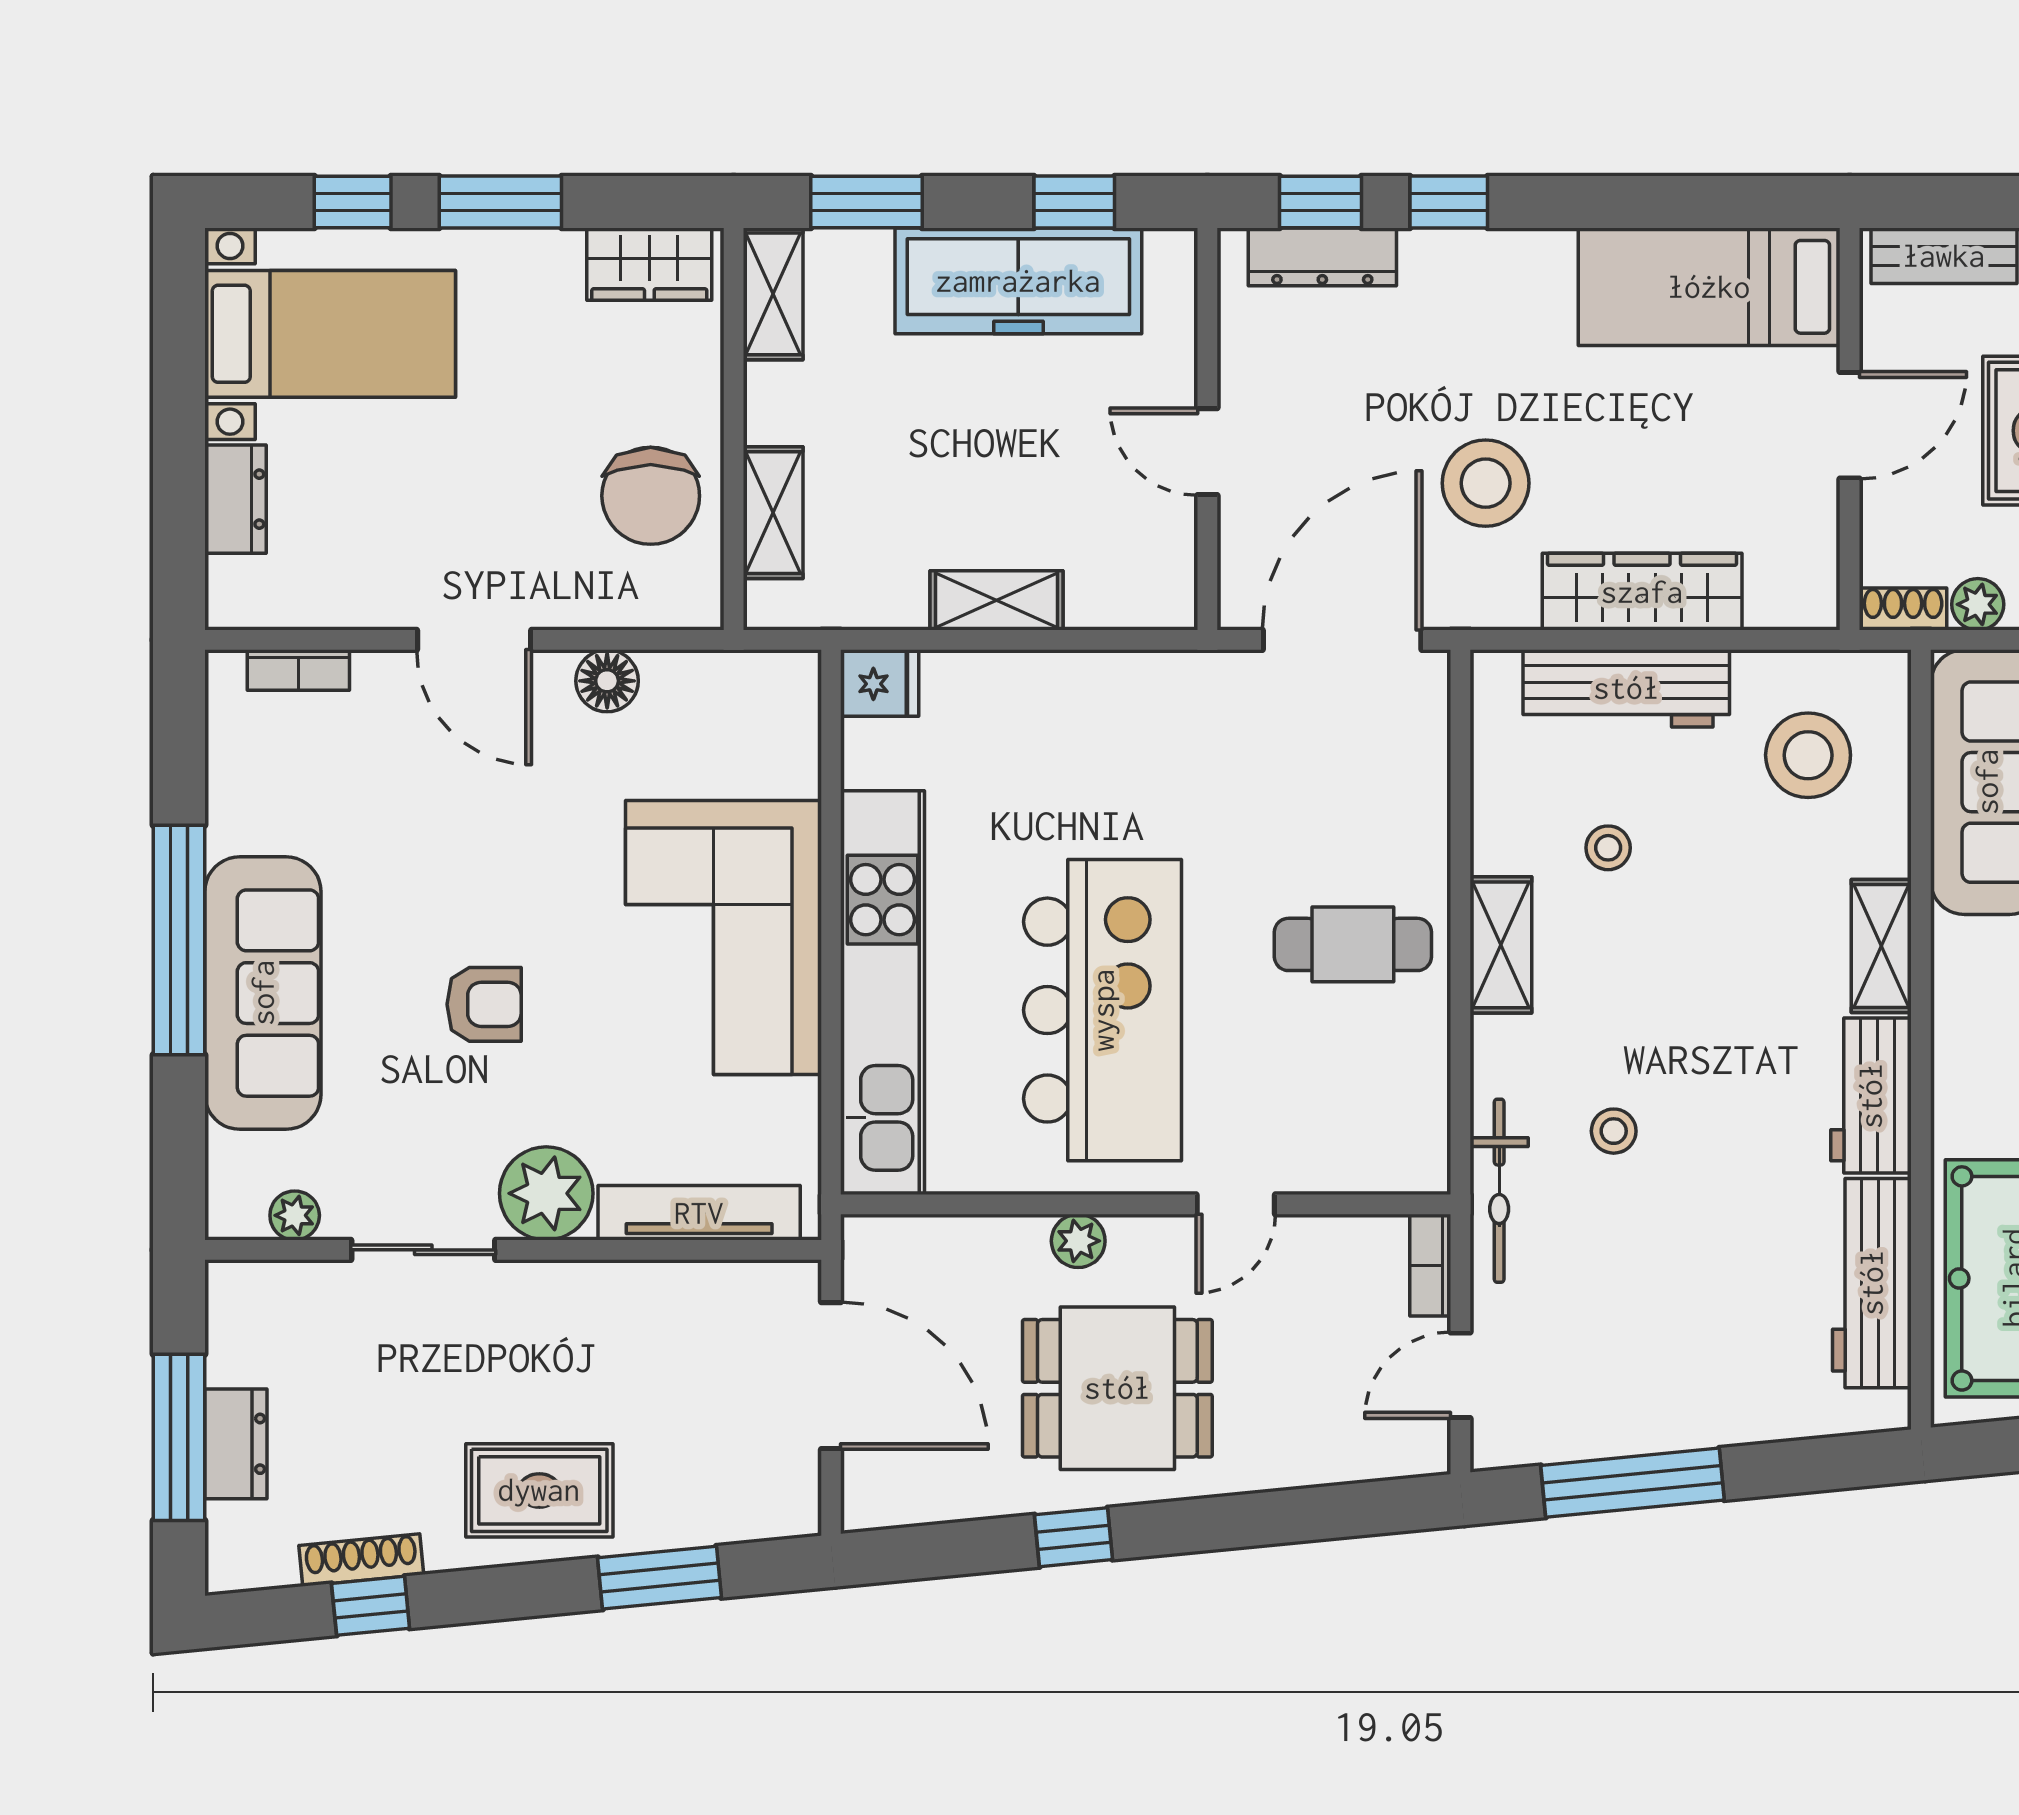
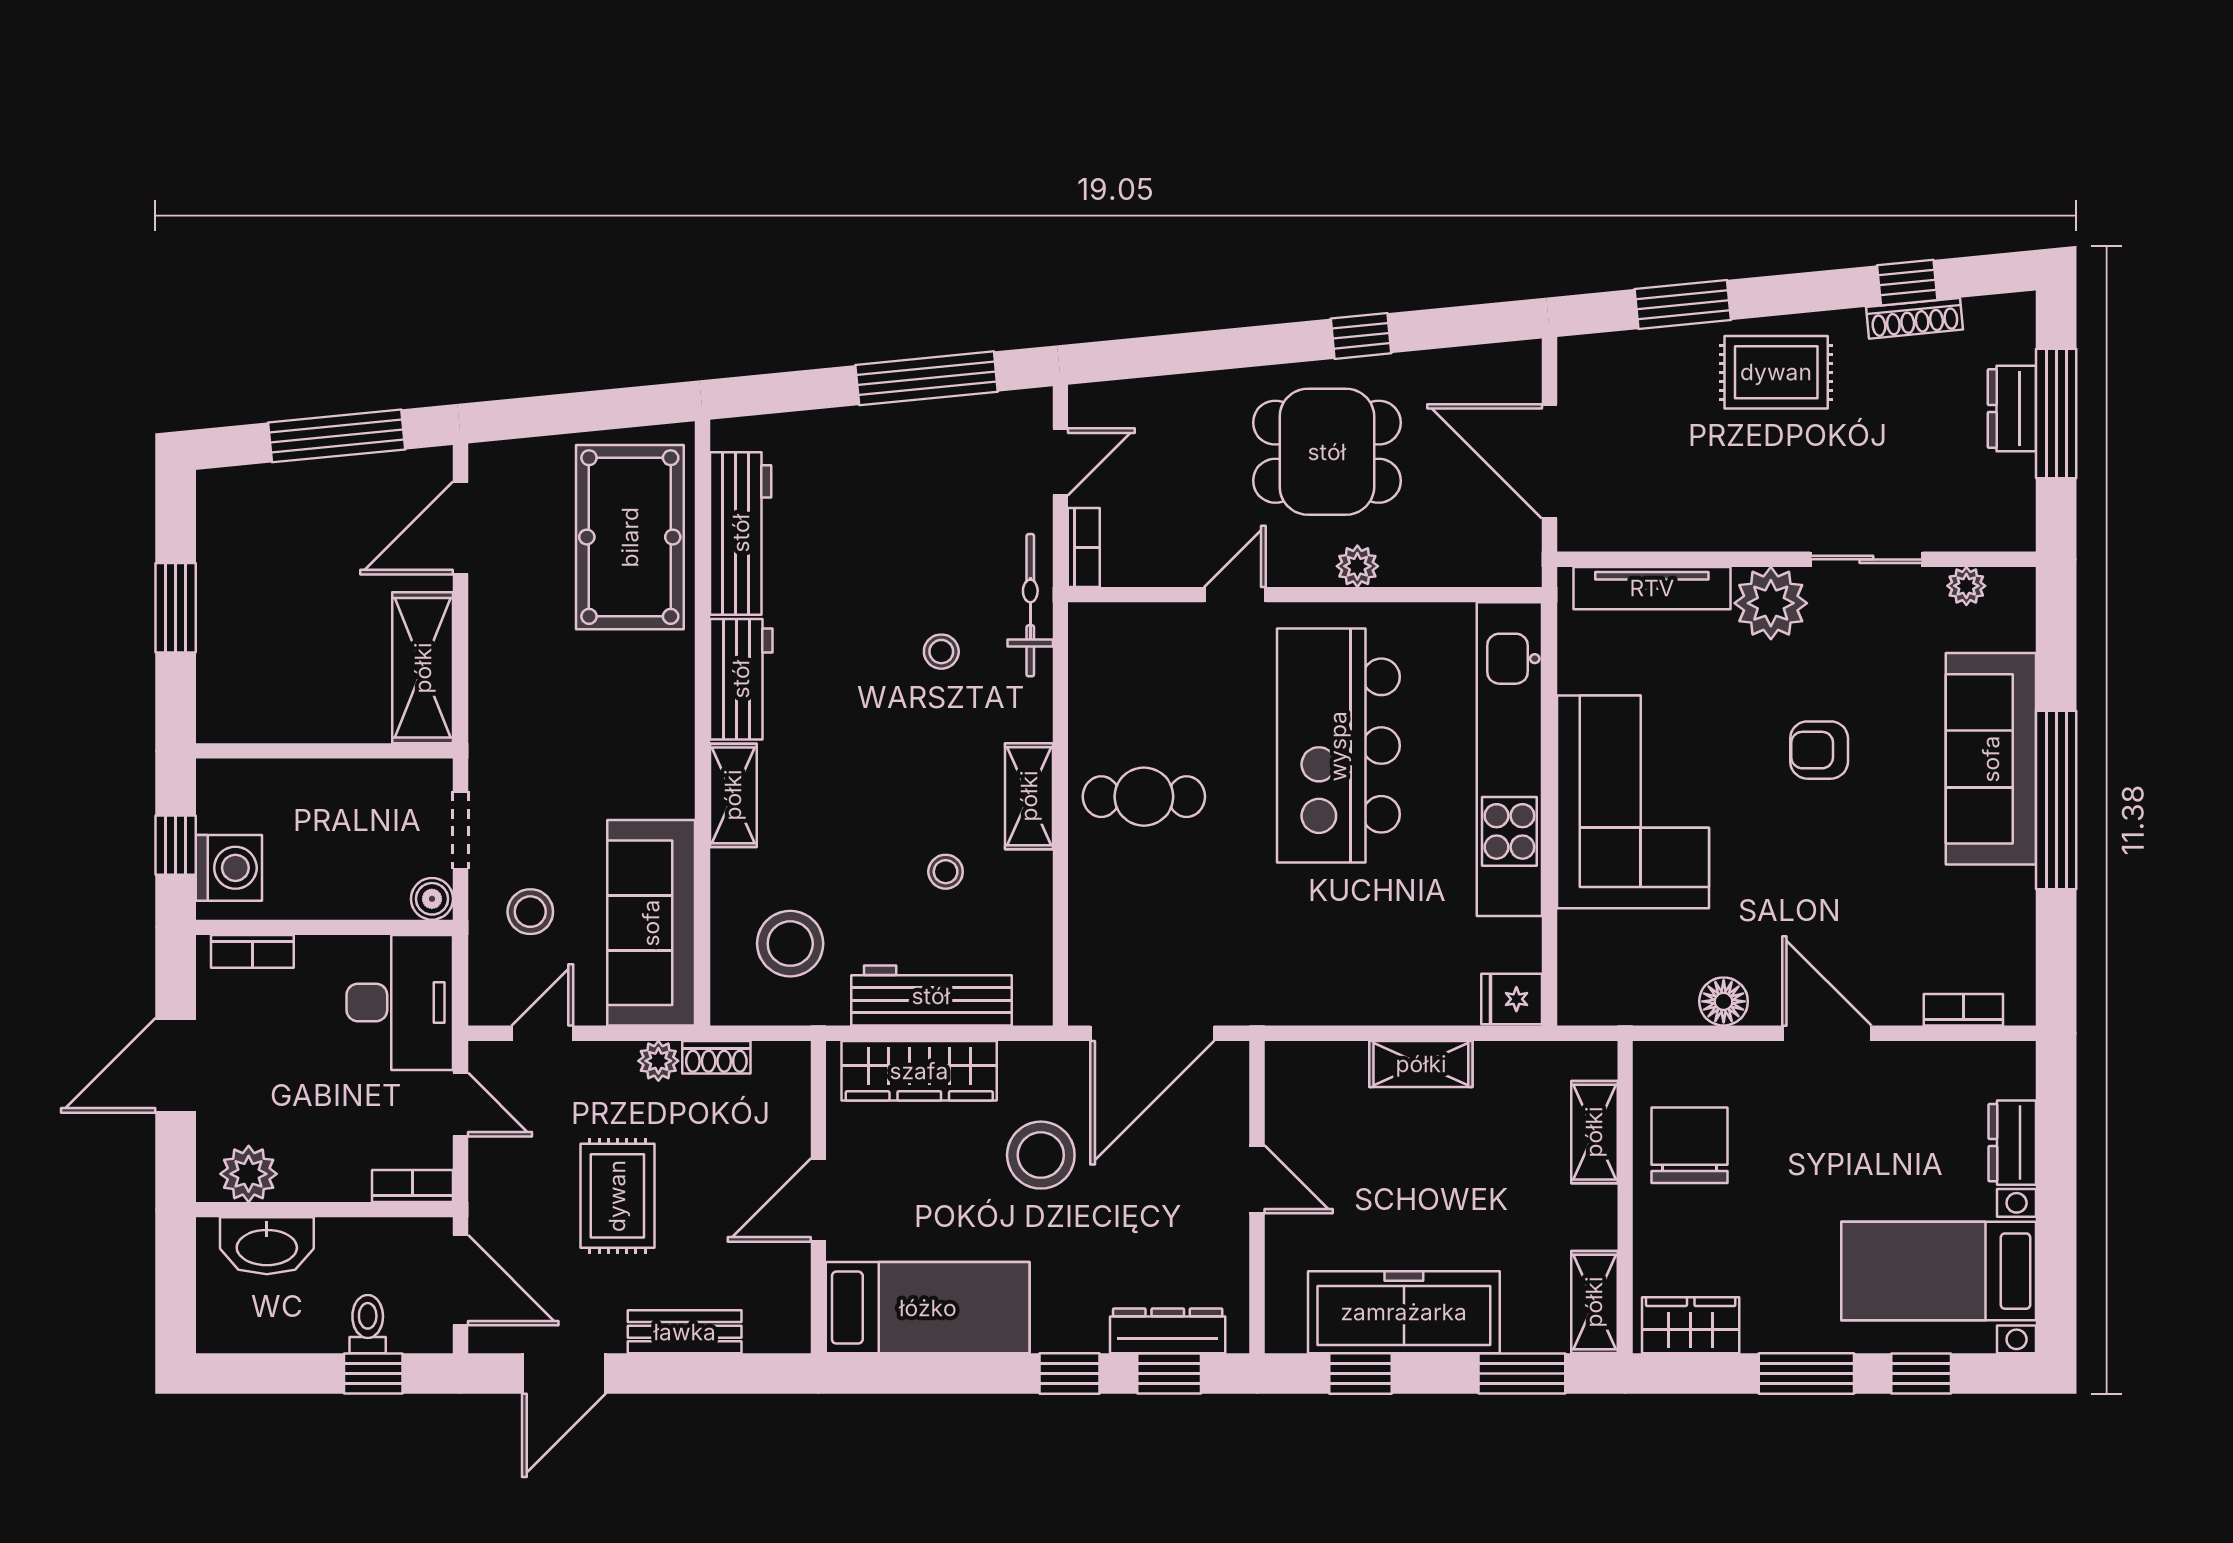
bed: (1709, 287) -> (928, 1308), moved
door: (1850, 425) -> (818, 1200), moved
wall: (1850, 429) -> (818, 1197), moved

